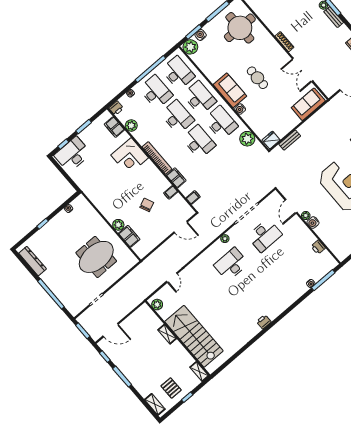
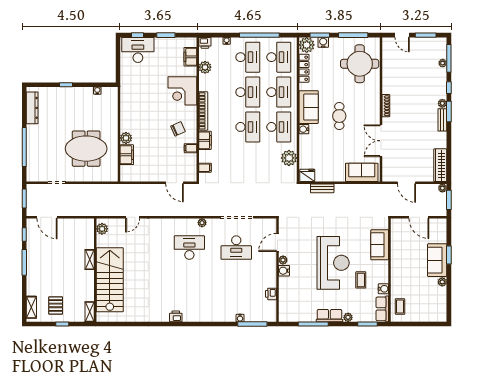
locker: (203, 65) -> (304, 68), added
chair: (147, 205) -> (178, 129), moved

